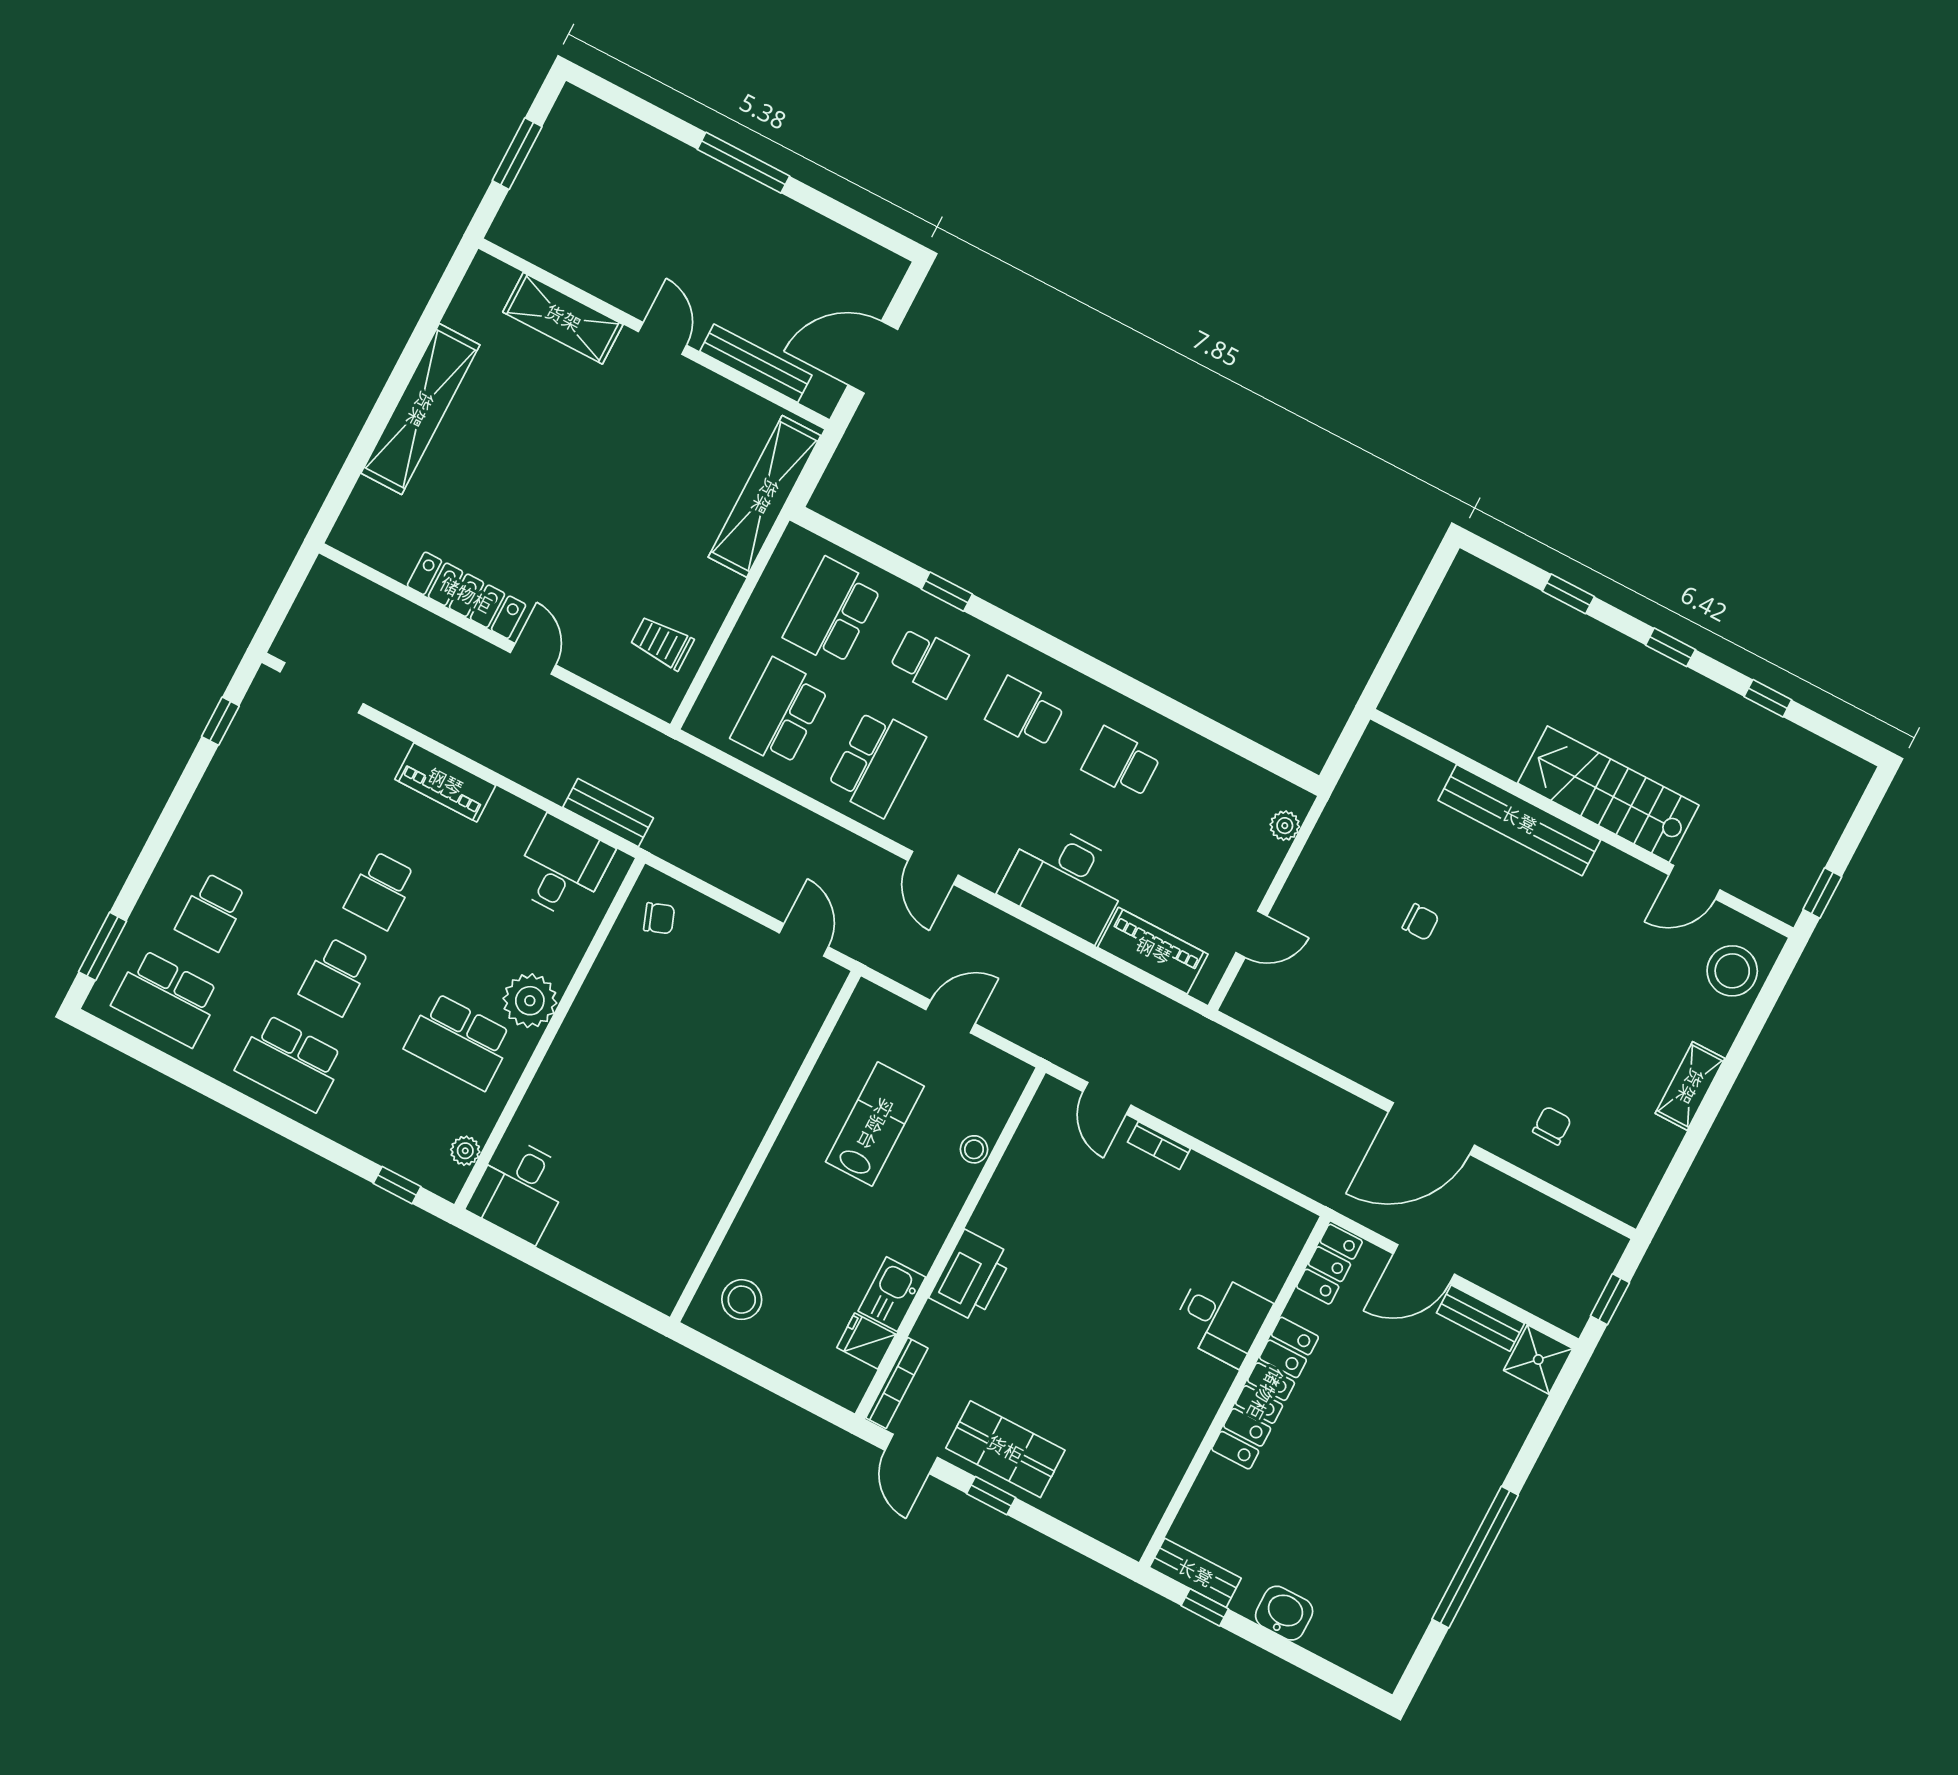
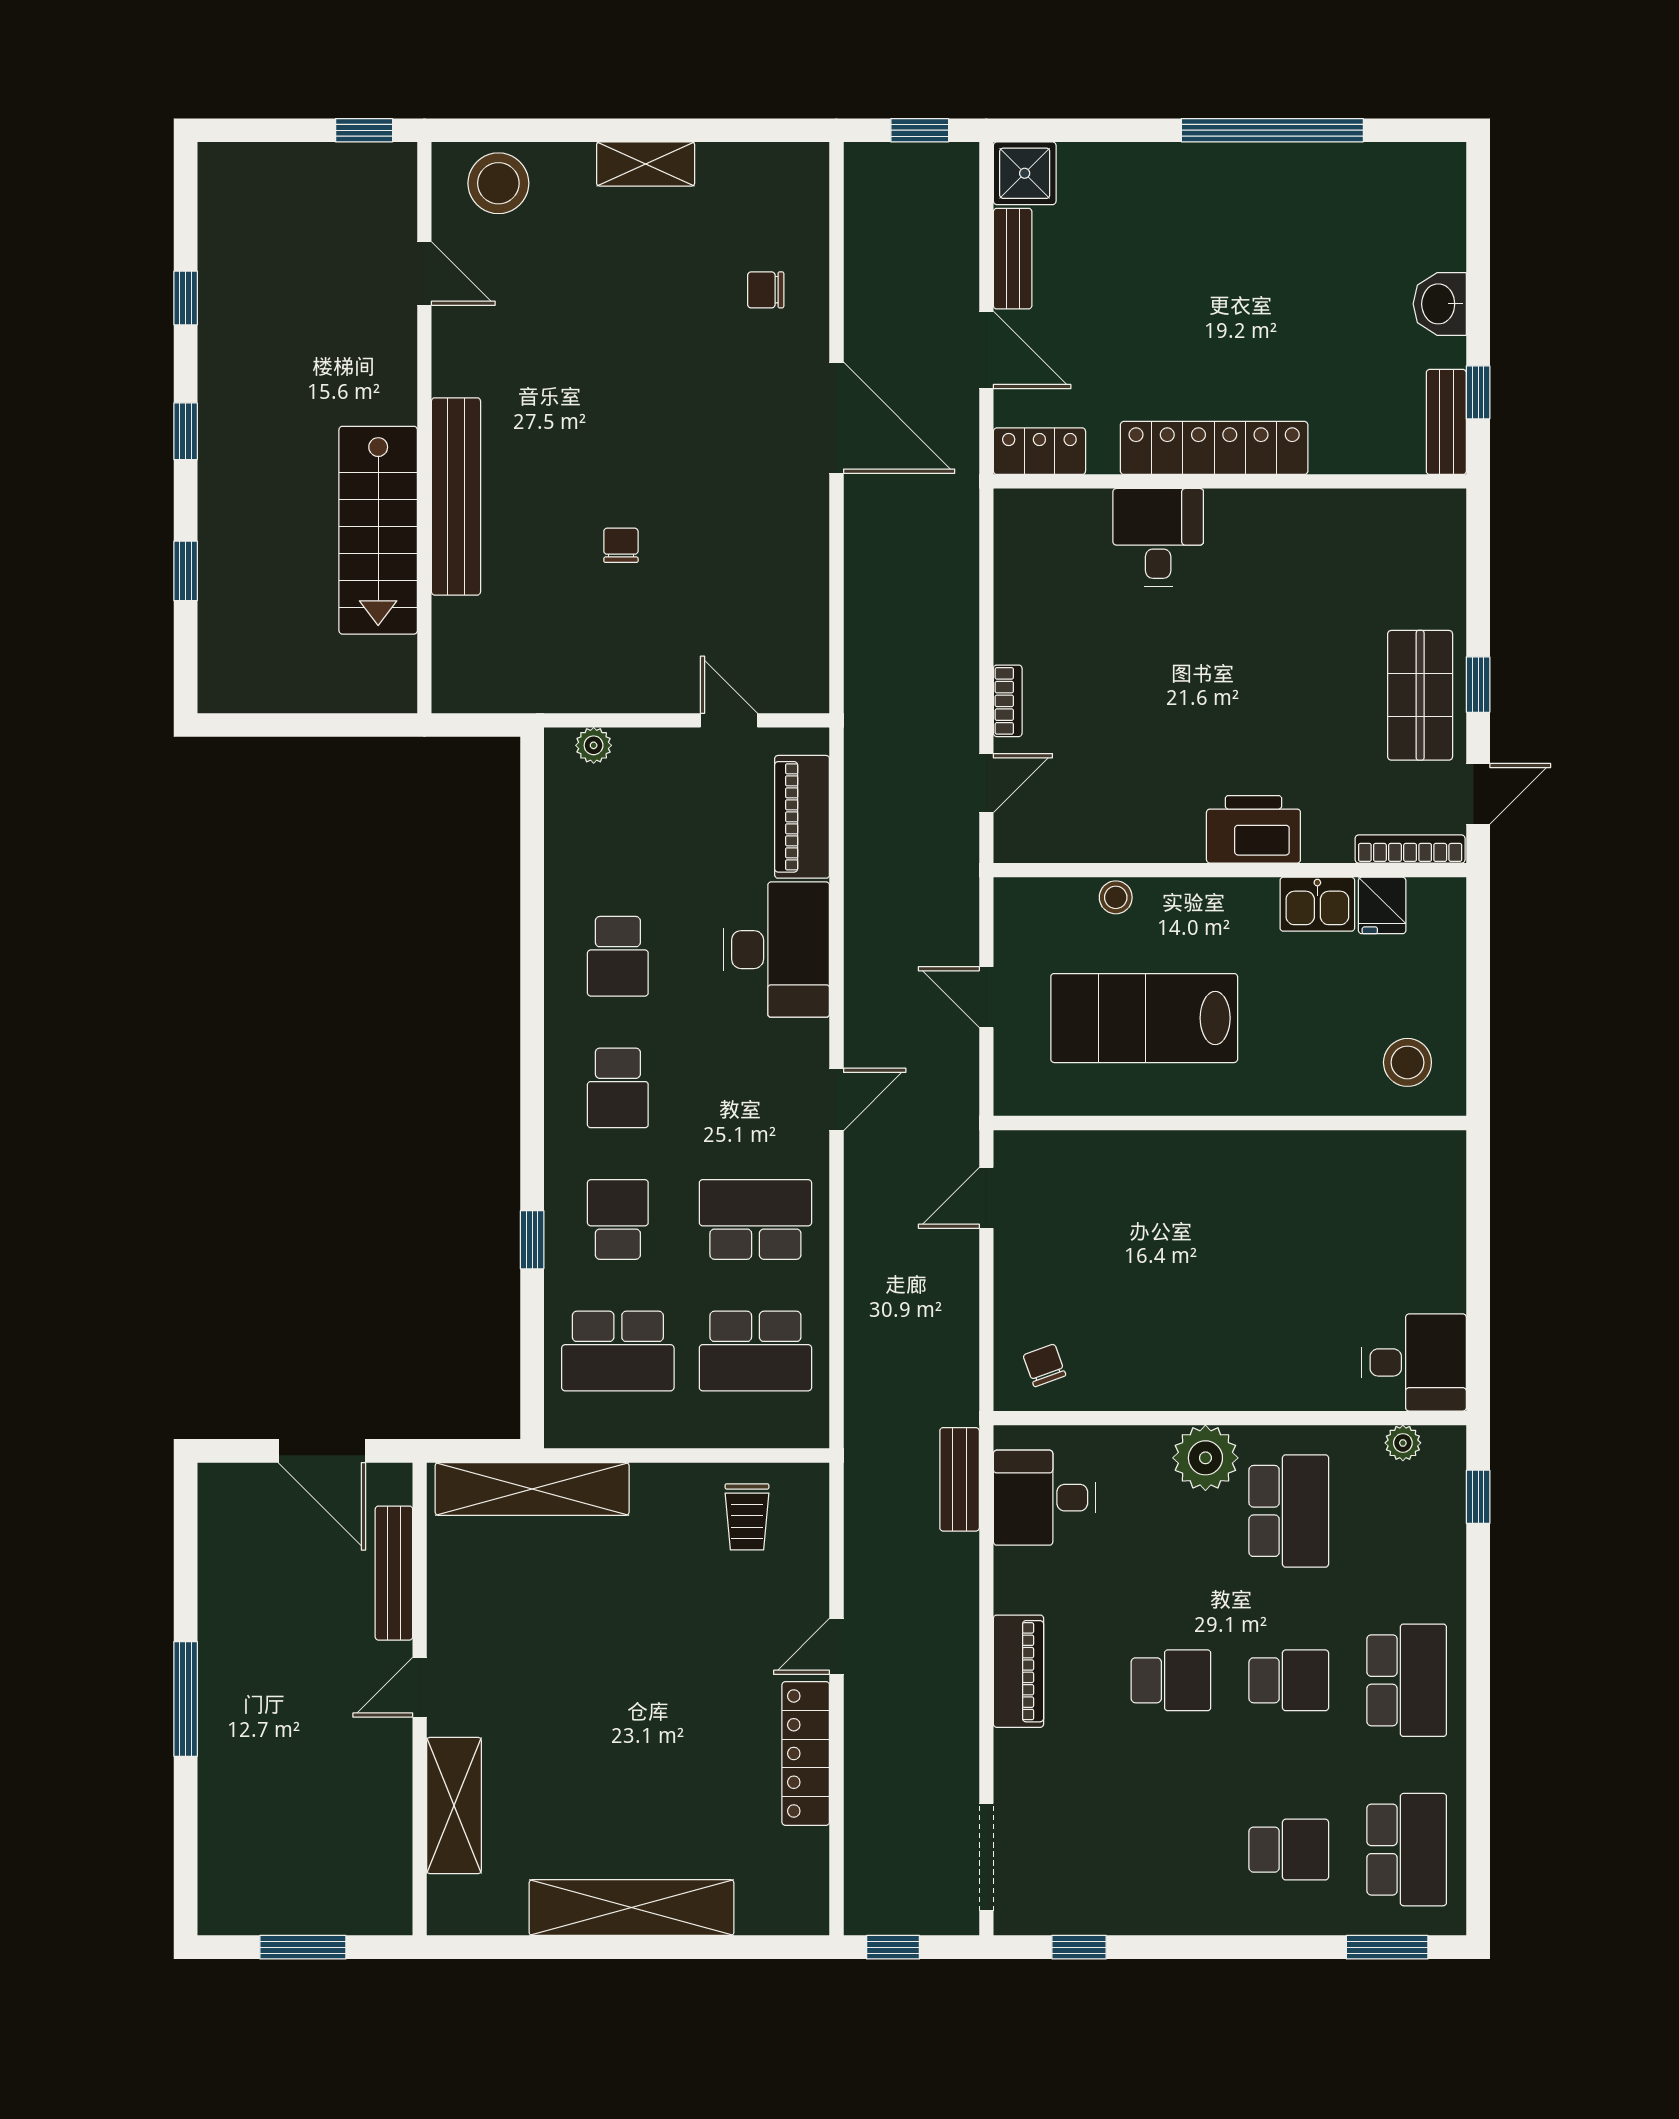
window: (291, 585) -> (893, 1947), added
stairs: (1608, 794) -> (378, 530), moved
lab bench: (875, 1124) -> (1144, 1018), width x1.36, depth x1.39

